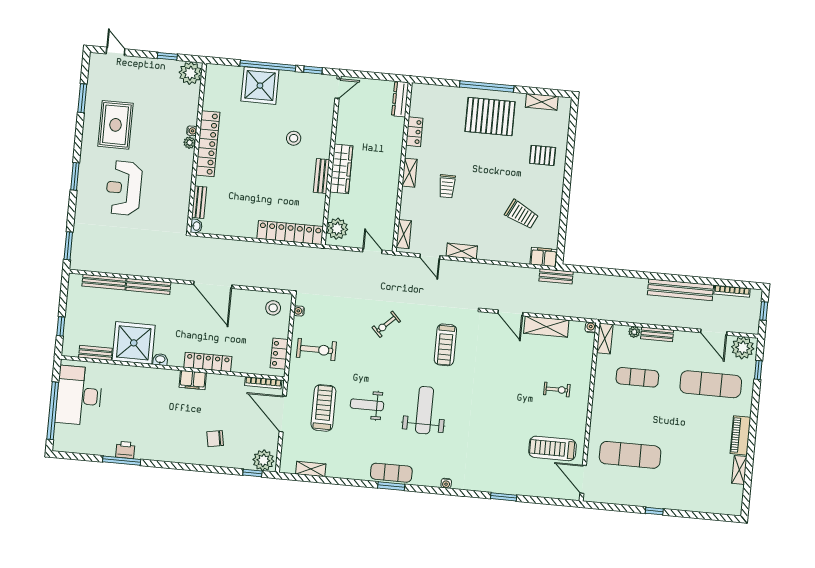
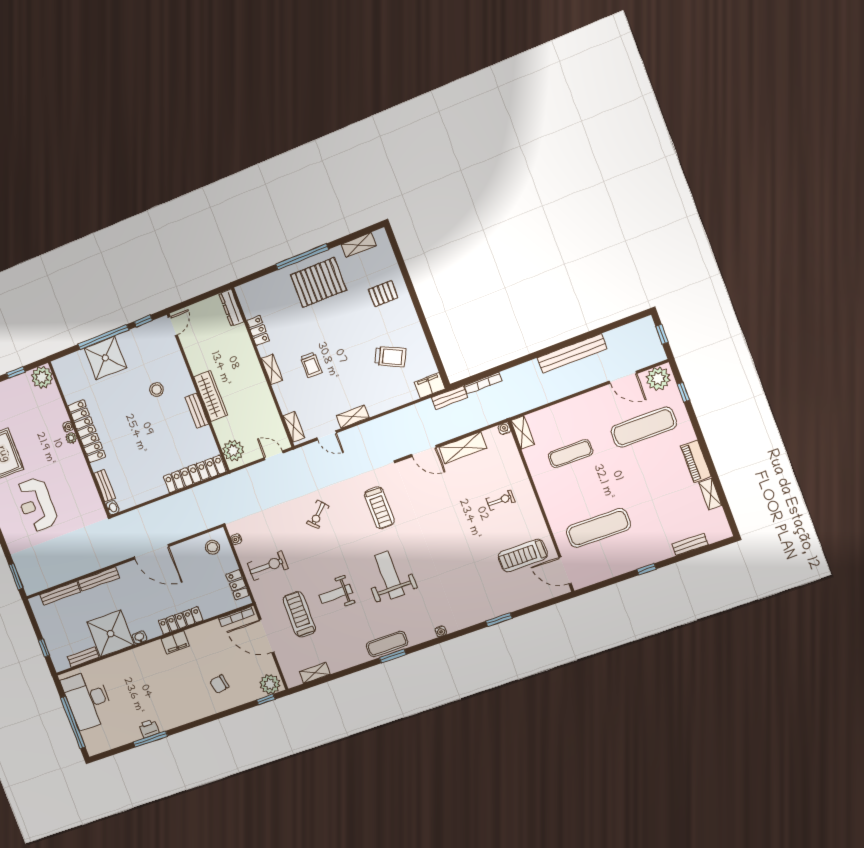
bookcase: (732, 291) -> (483, 383), moved
plant: (634, 332) -> (547, 413), removed
bench: (657, 334) -> (690, 544), moved

